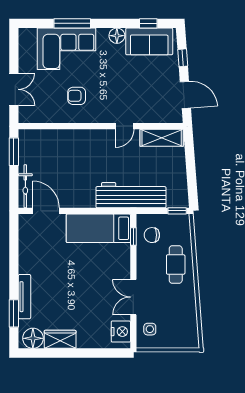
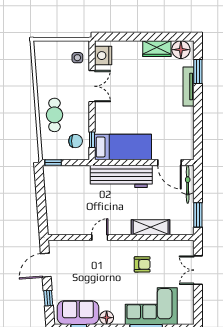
door: (185, 95) -> (46, 265), hinge flipped
shelving: (162, 138) -> (151, 227), moved
workbench: (131, 195) -> (121, 176), moved

